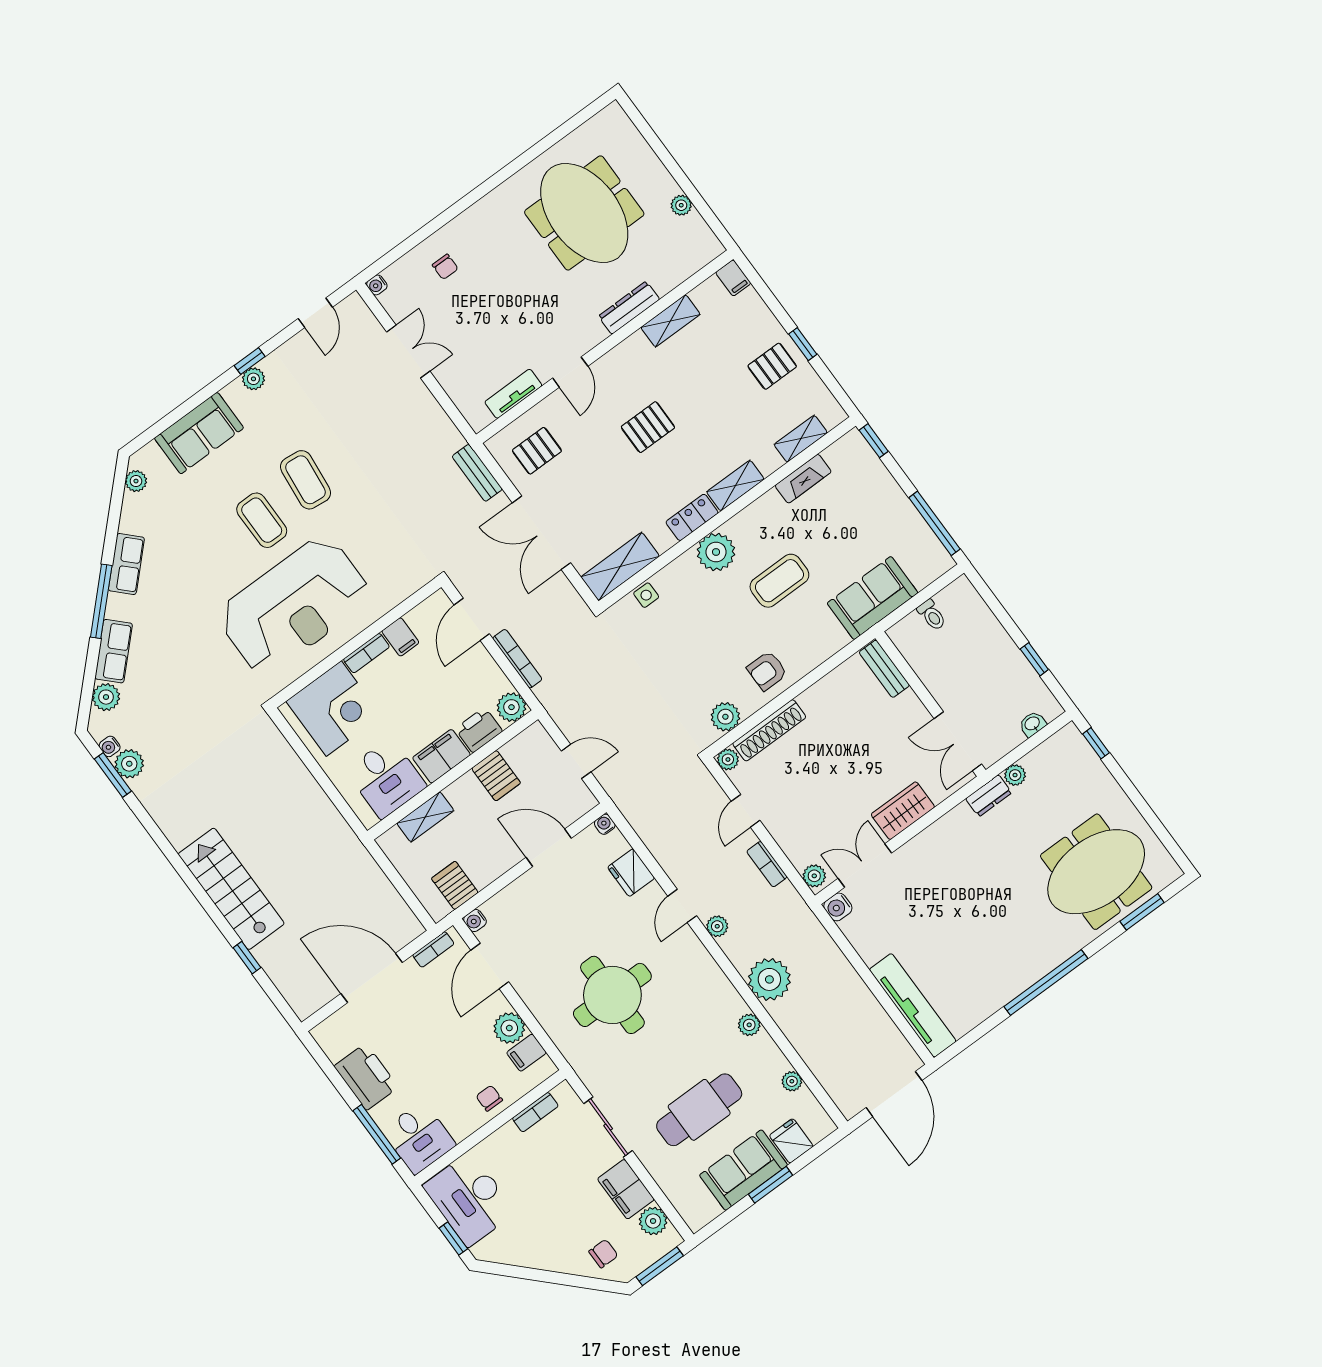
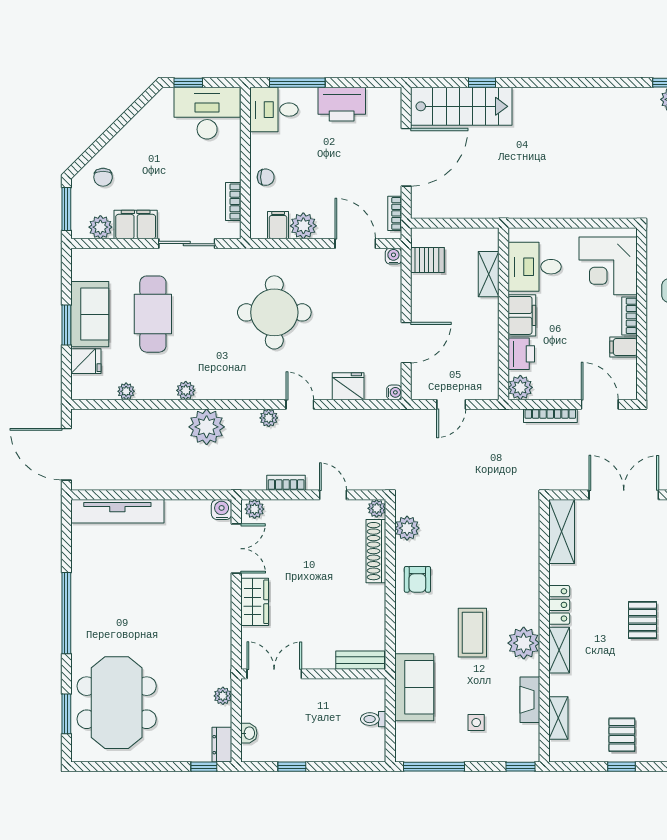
plant: (716, 552) -> (524, 643), moved
side table: (646, 595) -> (476, 723), moved
armchair: (767, 671) -> (417, 579), turned 180
server rack: (496, 776) -> (481, 343), removed
dresser: (989, 796) -> (222, 745), moved
stairs: (231, 889) -> (461, 106), moved

